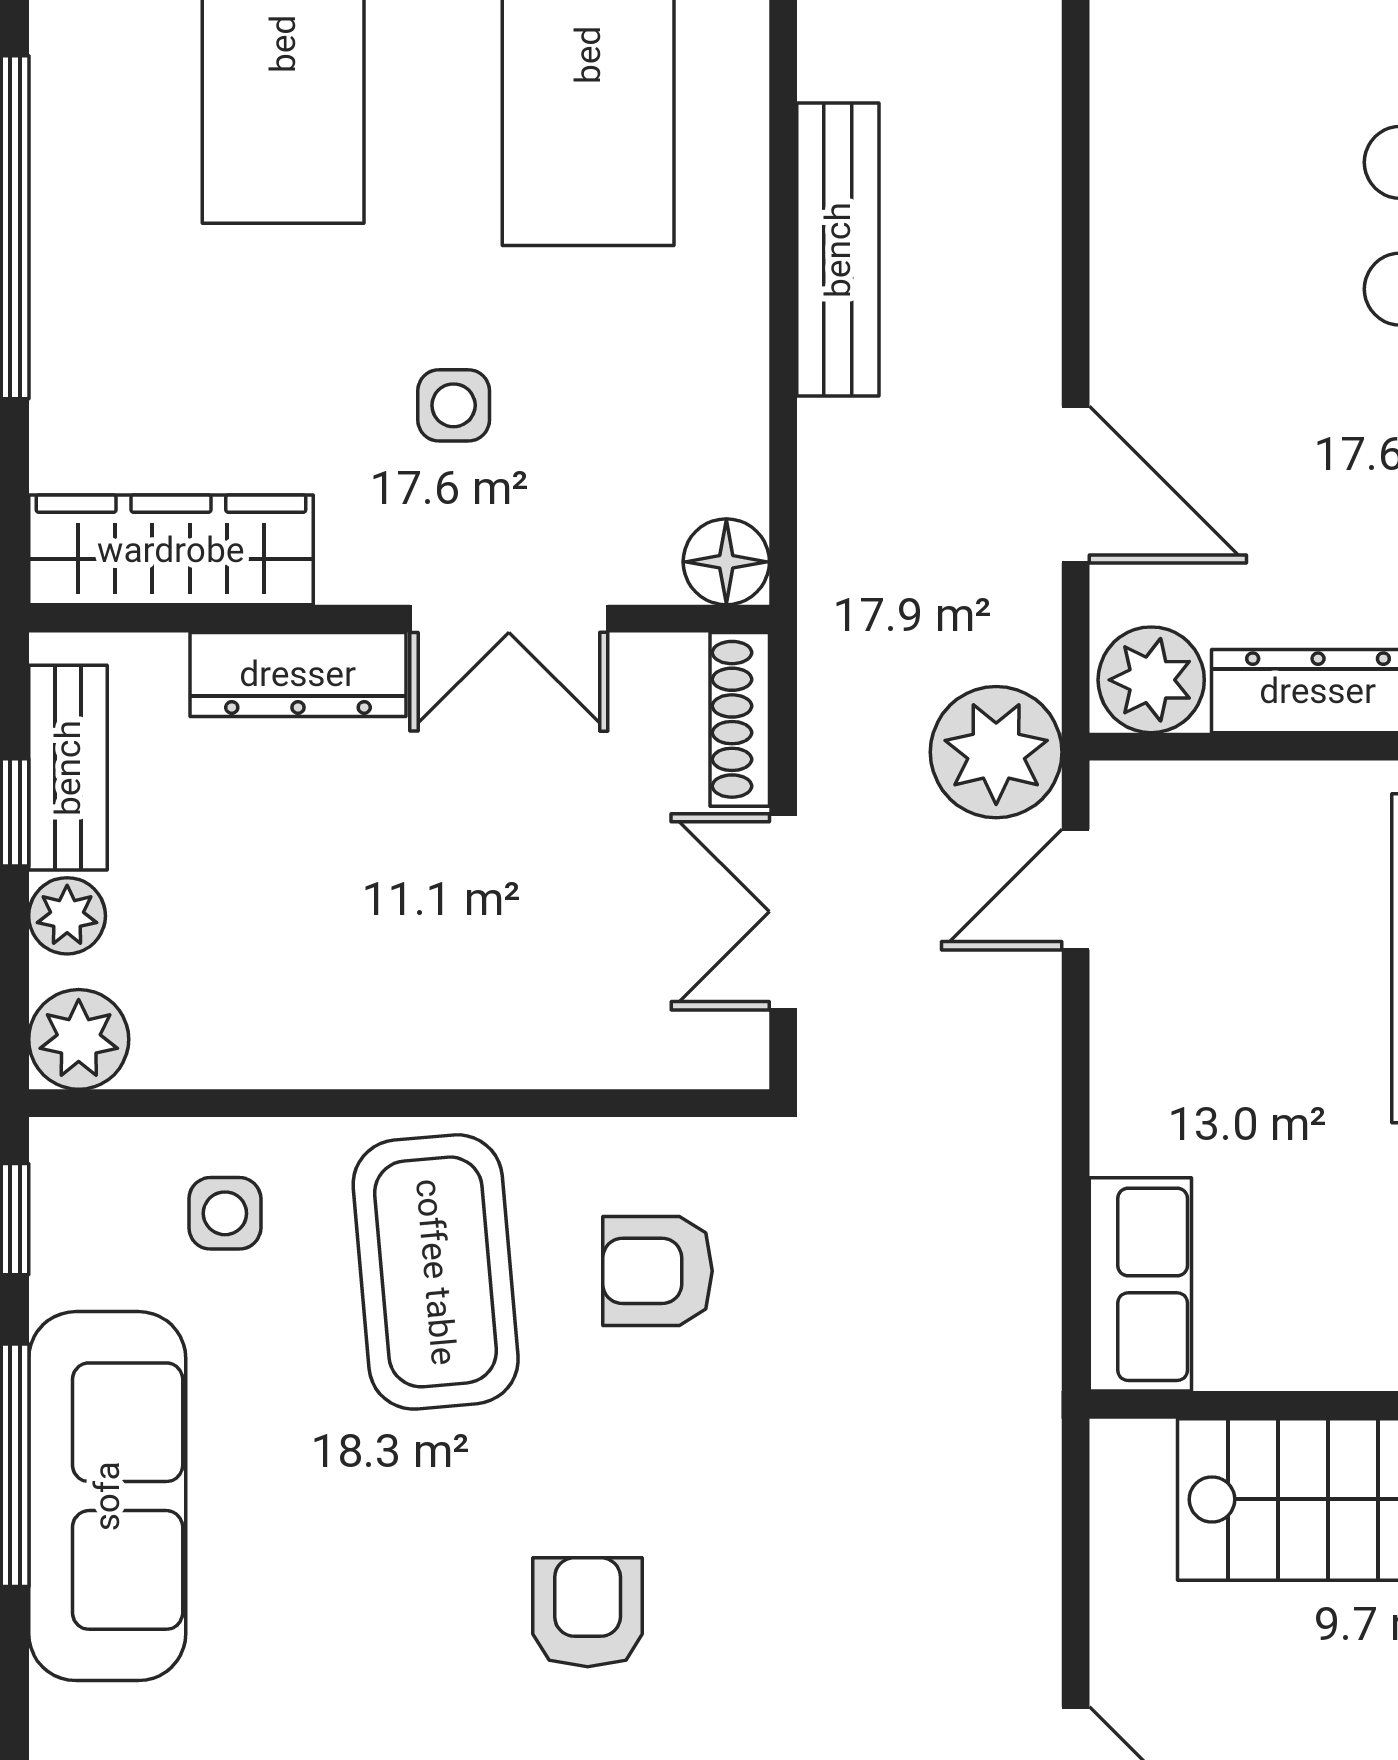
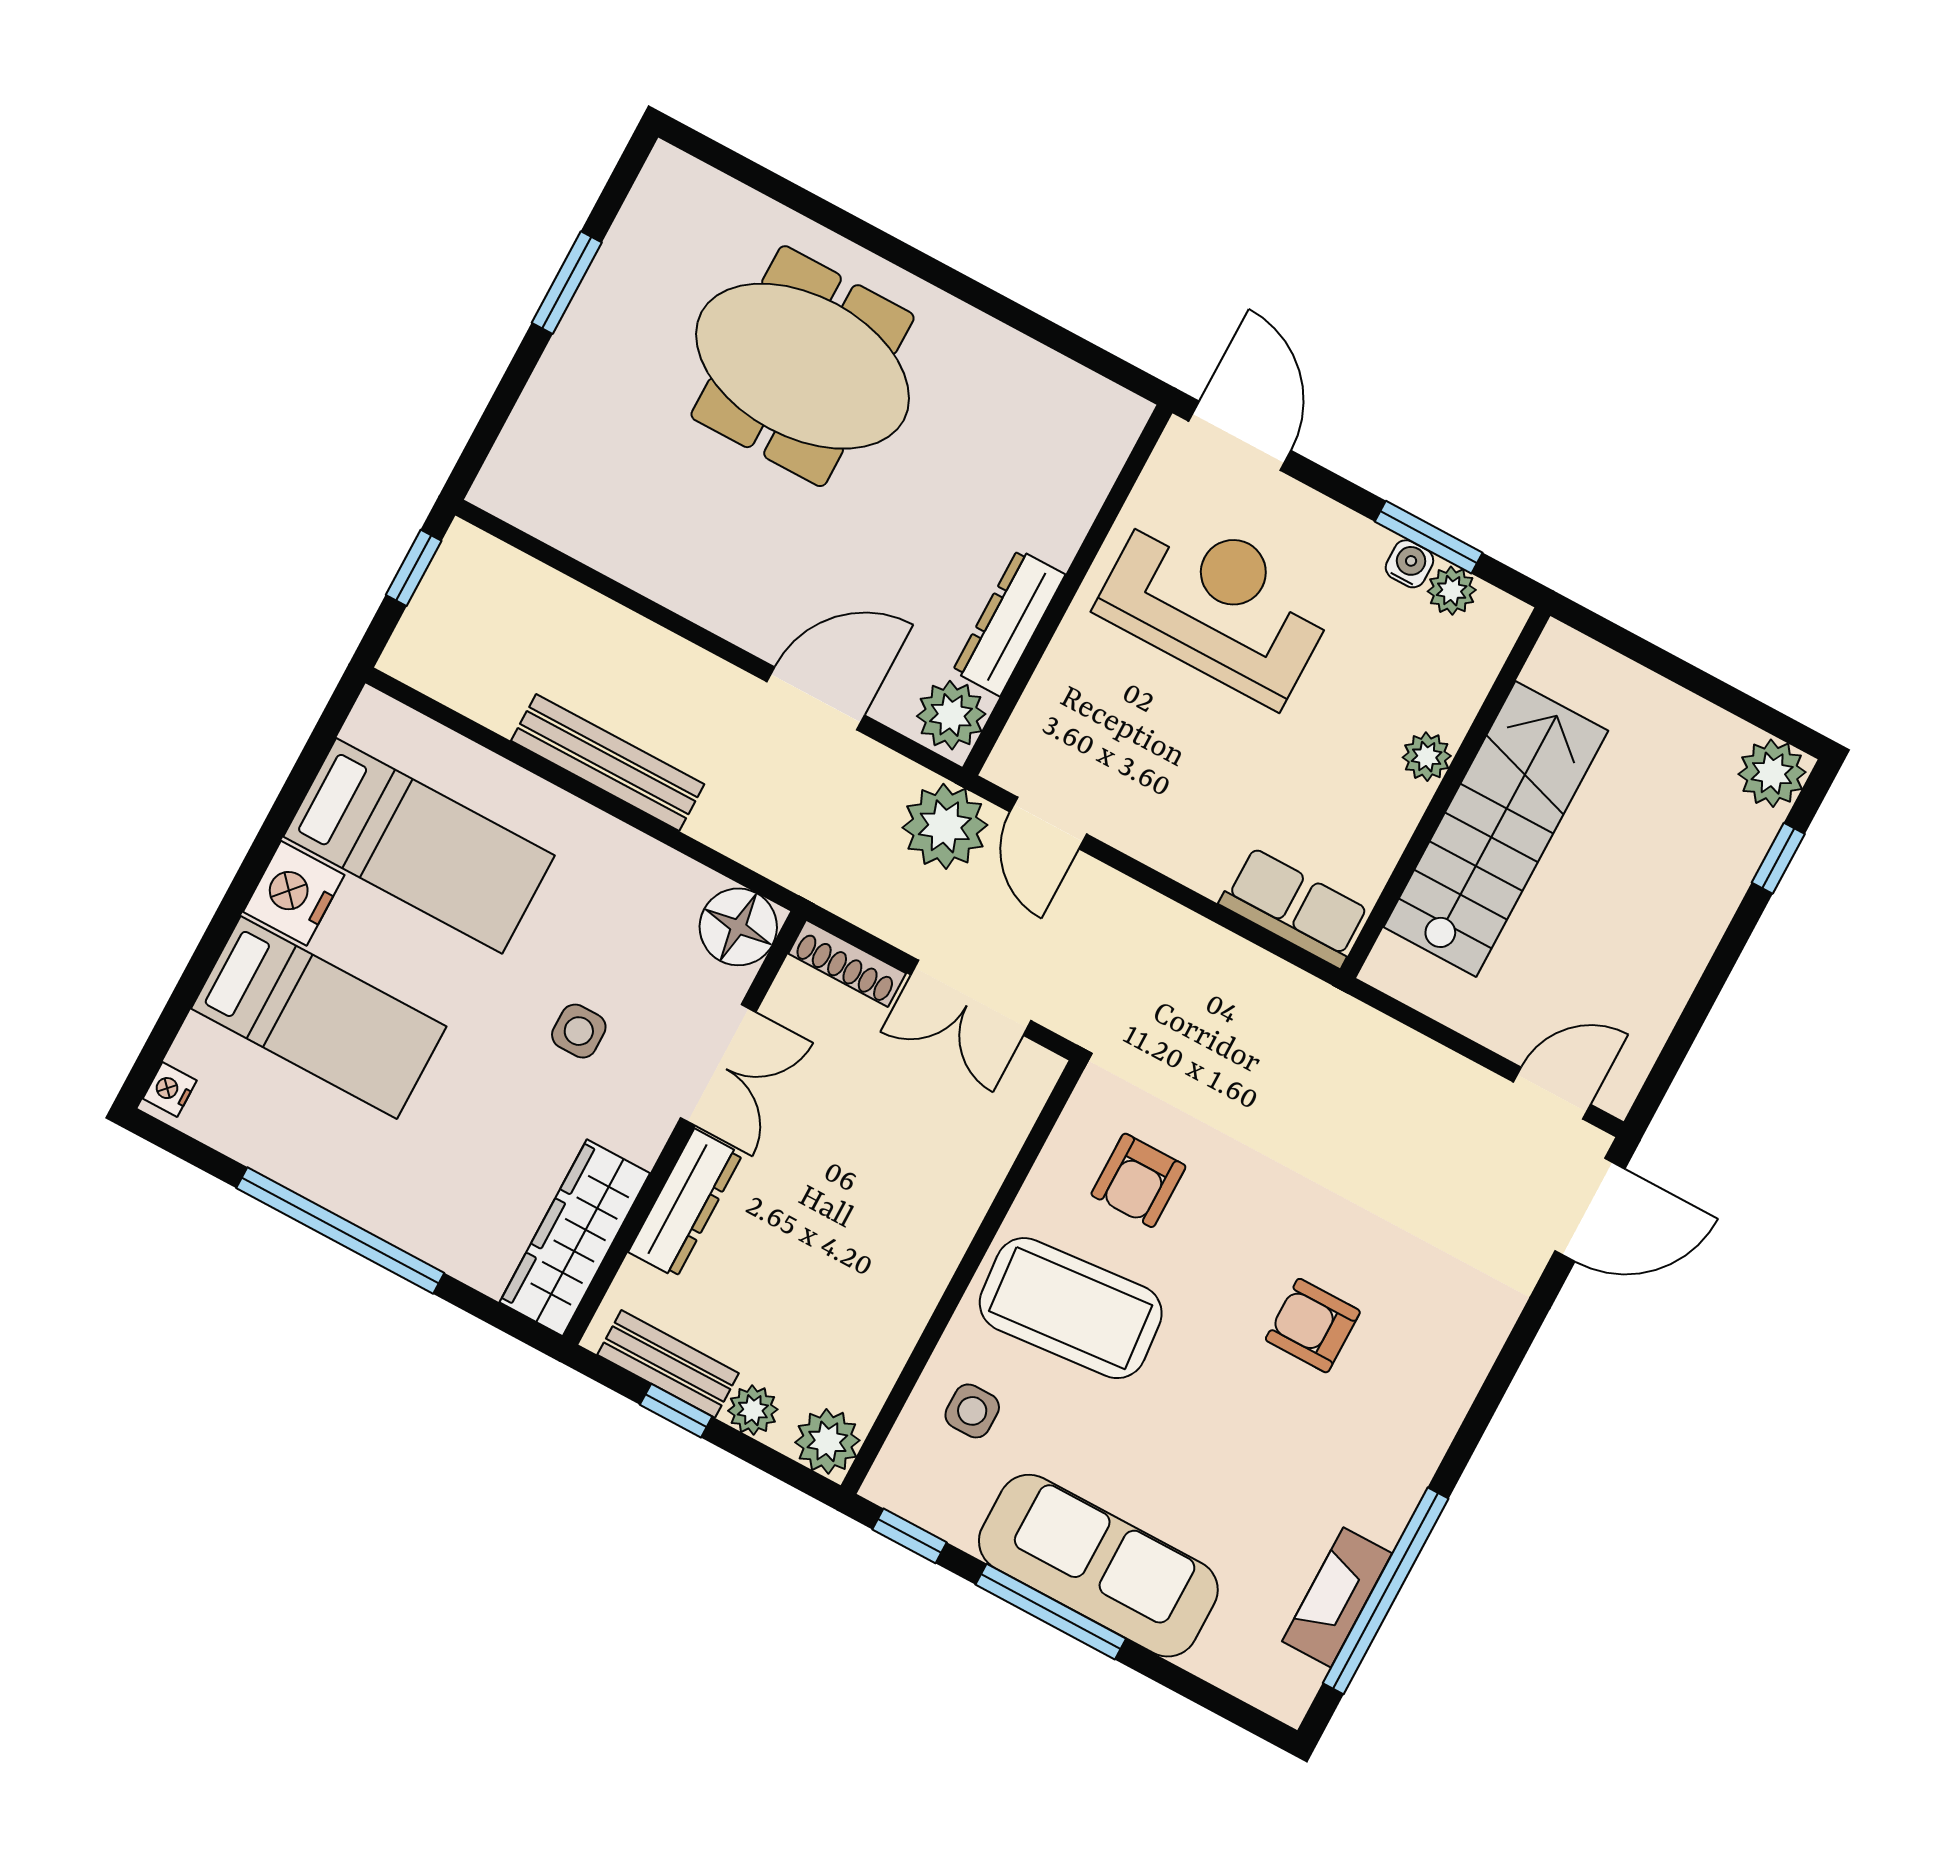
floor lamp: (726, 562) -> (738, 927), width x1.38, depth x1.38

